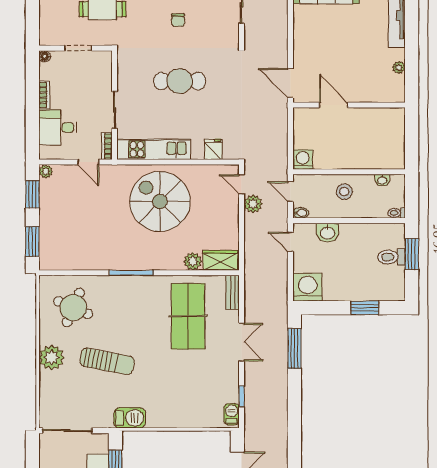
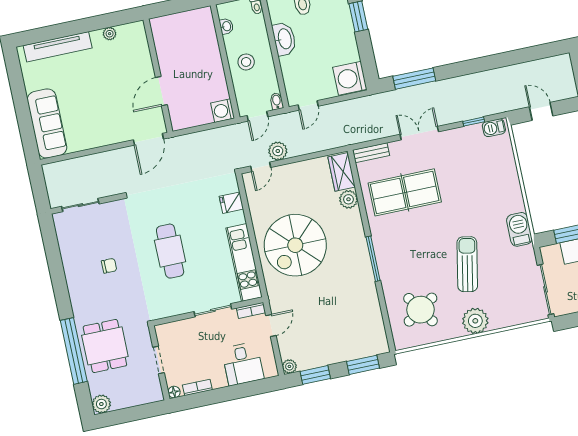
bookcase: (44, 95) -> (197, 387), moved
washbasin: (328, 233) -> (284, 39), moved, width x1.38
round table: (73, 308) -> (420, 310), turned 33

